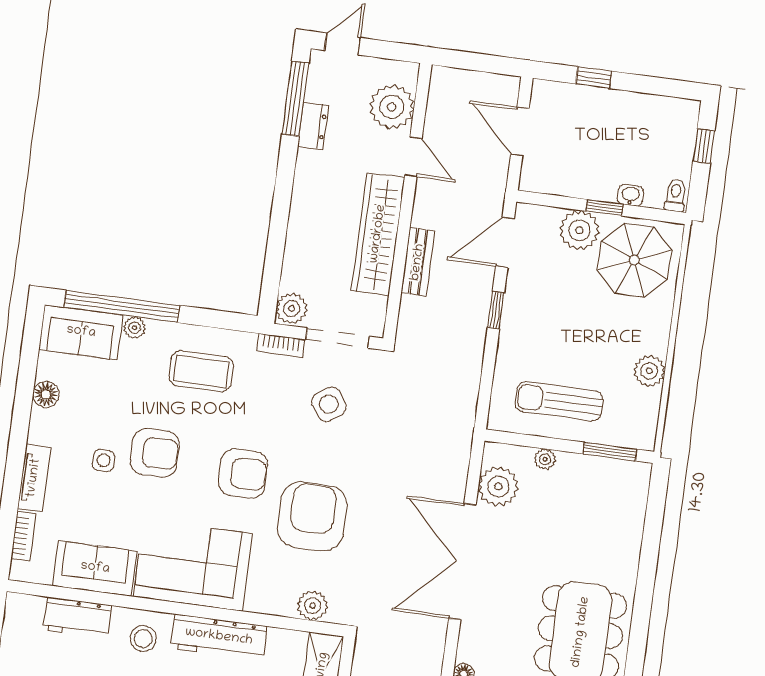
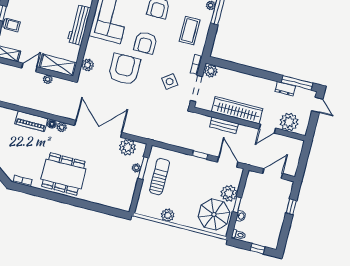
window: (610, 452) -> (143, 168), moved
armchair: (312, 516) -> (124, 69), turned -90
plant: (468, 650) -> (62, 127), added

